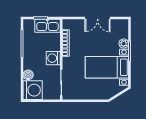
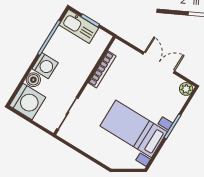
double door: (98, 18) -> (159, 63), swing flipped
kitchen sink: (47, 26) -> (79, 26), moved
plant: (124, 44) -> (186, 89), moved
washing machine: (53, 58) -> (45, 66), moved, turned 180

